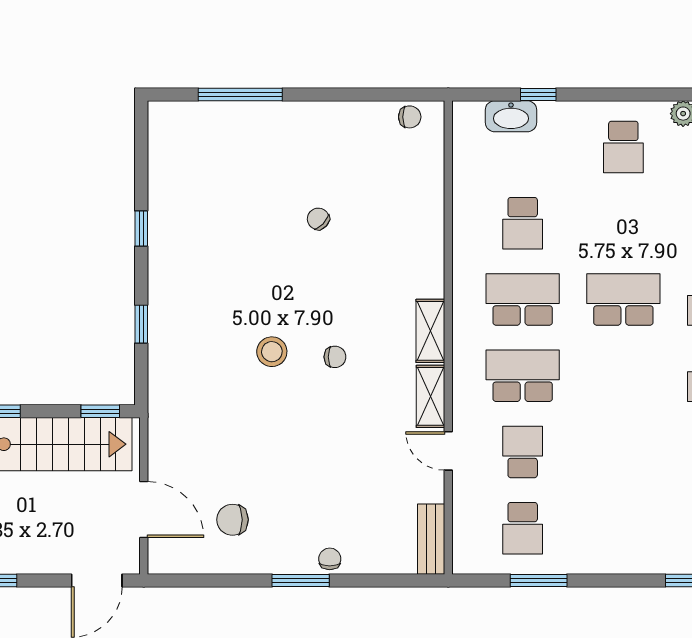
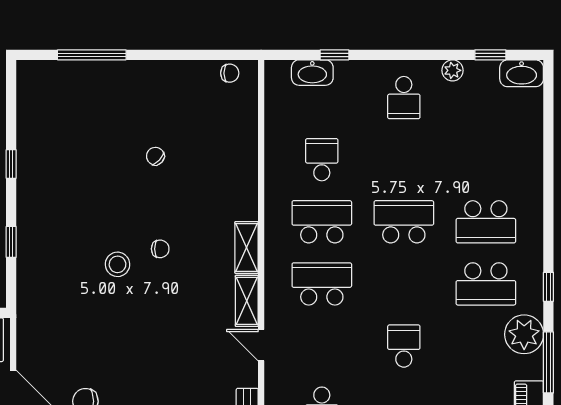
school desk: (523, 223) -> (322, 160), turned 180
chair: (335, 357) -> (160, 249), moved
school desk: (523, 452) -> (404, 346), moved

